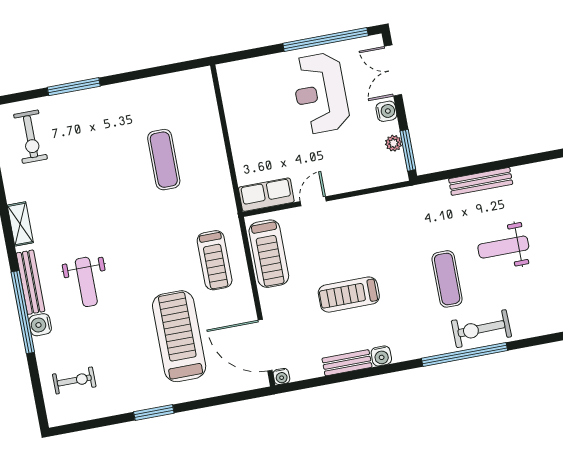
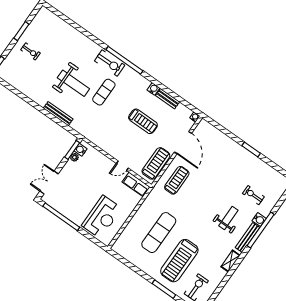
double door: (393, 70) -> (49, 182), swing flipped
reception desk: (320, 93) -> (102, 217), moved
water cooler: (386, 111) -> (81, 150), moved
exercise mat: (164, 160) -> (159, 233), width x1.36, depth x1.45
weight bench: (503, 247) -> (73, 83), width x1.36, depth x1.33
treadmill: (179, 336) -> (179, 261), moved
door: (265, 345) -> (183, 143), moved
exercise bike: (74, 380) -> (253, 195), moved

